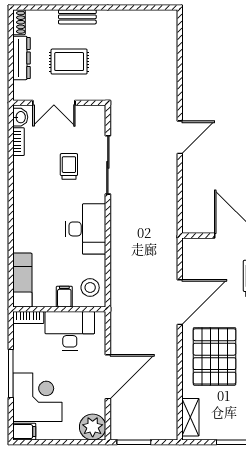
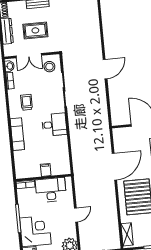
trolley: (69, 166) -> (26, 102), moved
desk: (86, 229) -> (54, 125), width x0.73
exam couch: (22, 280) -> (17, 134), moved
stool: (90, 288) -> (49, 67), moved
door: (108, 377) -> (76, 215), width x0.53

